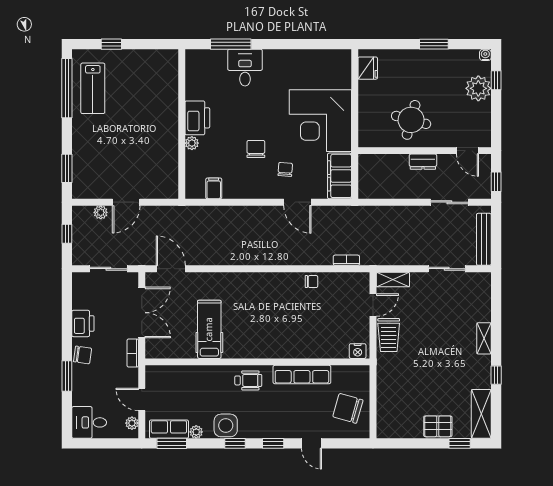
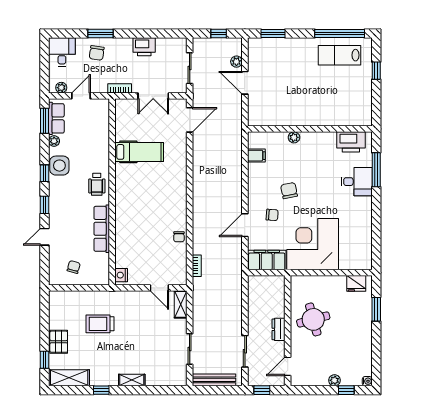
window: (434, 44) -> (376, 309), moved
plant: (478, 88) -> (334, 380), width x0.53, depth x0.53
printer: (197, 118) -> (351, 142), moved
round table: (411, 120) -> (313, 319), turned -30
chair: (256, 149) -> (289, 191), turned -101
double door: (142, 313) -> (153, 96), width x0.73
trolley: (389, 335) -> (100, 324), moved
chair: (83, 355) -> (97, 53), moved
chair: (348, 408) -> (74, 267), width x0.54, depth x0.54

